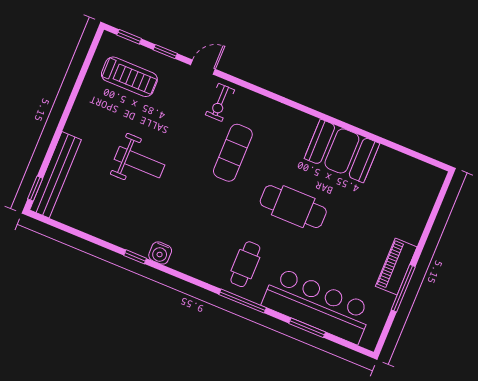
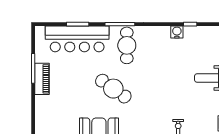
exercise mat: (233, 153) -> (159, 105), removed
cafe table: (293, 207) -> (113, 89), turned 35
cafe table: (245, 264) -> (127, 45), width x1.37, depth x1.35

